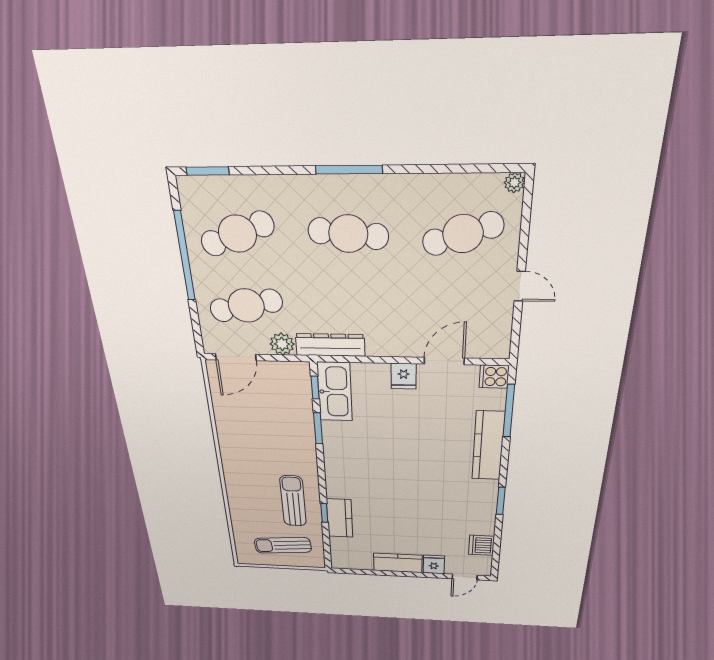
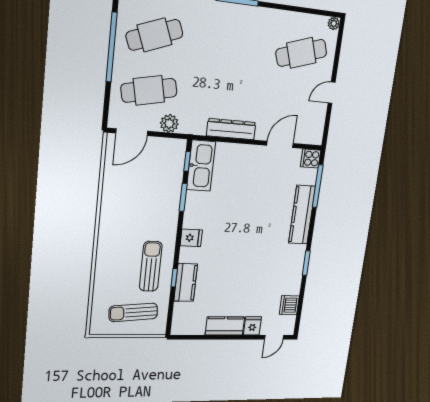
cafe table: (348, 234) -> (230, 44), removed
door: (520, 286) -> (332, 93), swing flipped
dresser: (330, 345) -> (231, 129), moved
fridge: (404, 376) -> (191, 238), moved, turned -90

